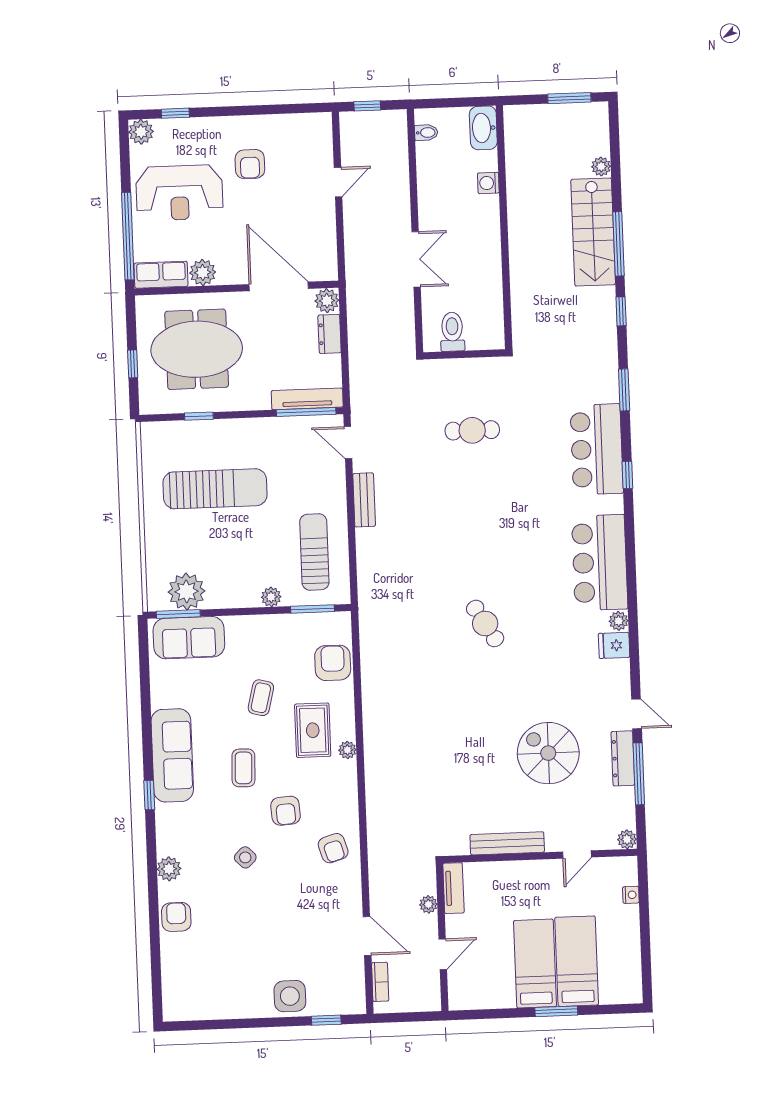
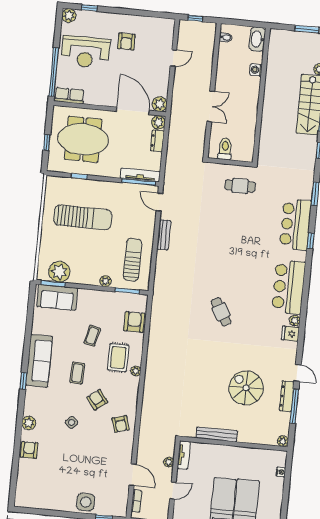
plant: (203, 272) -> (160, 104), moved
cafe table: (472, 430) -> (240, 186), moved
armchair: (286, 811) -> (97, 400), turned 146
door: (577, 855) -> (254, 446), removed

